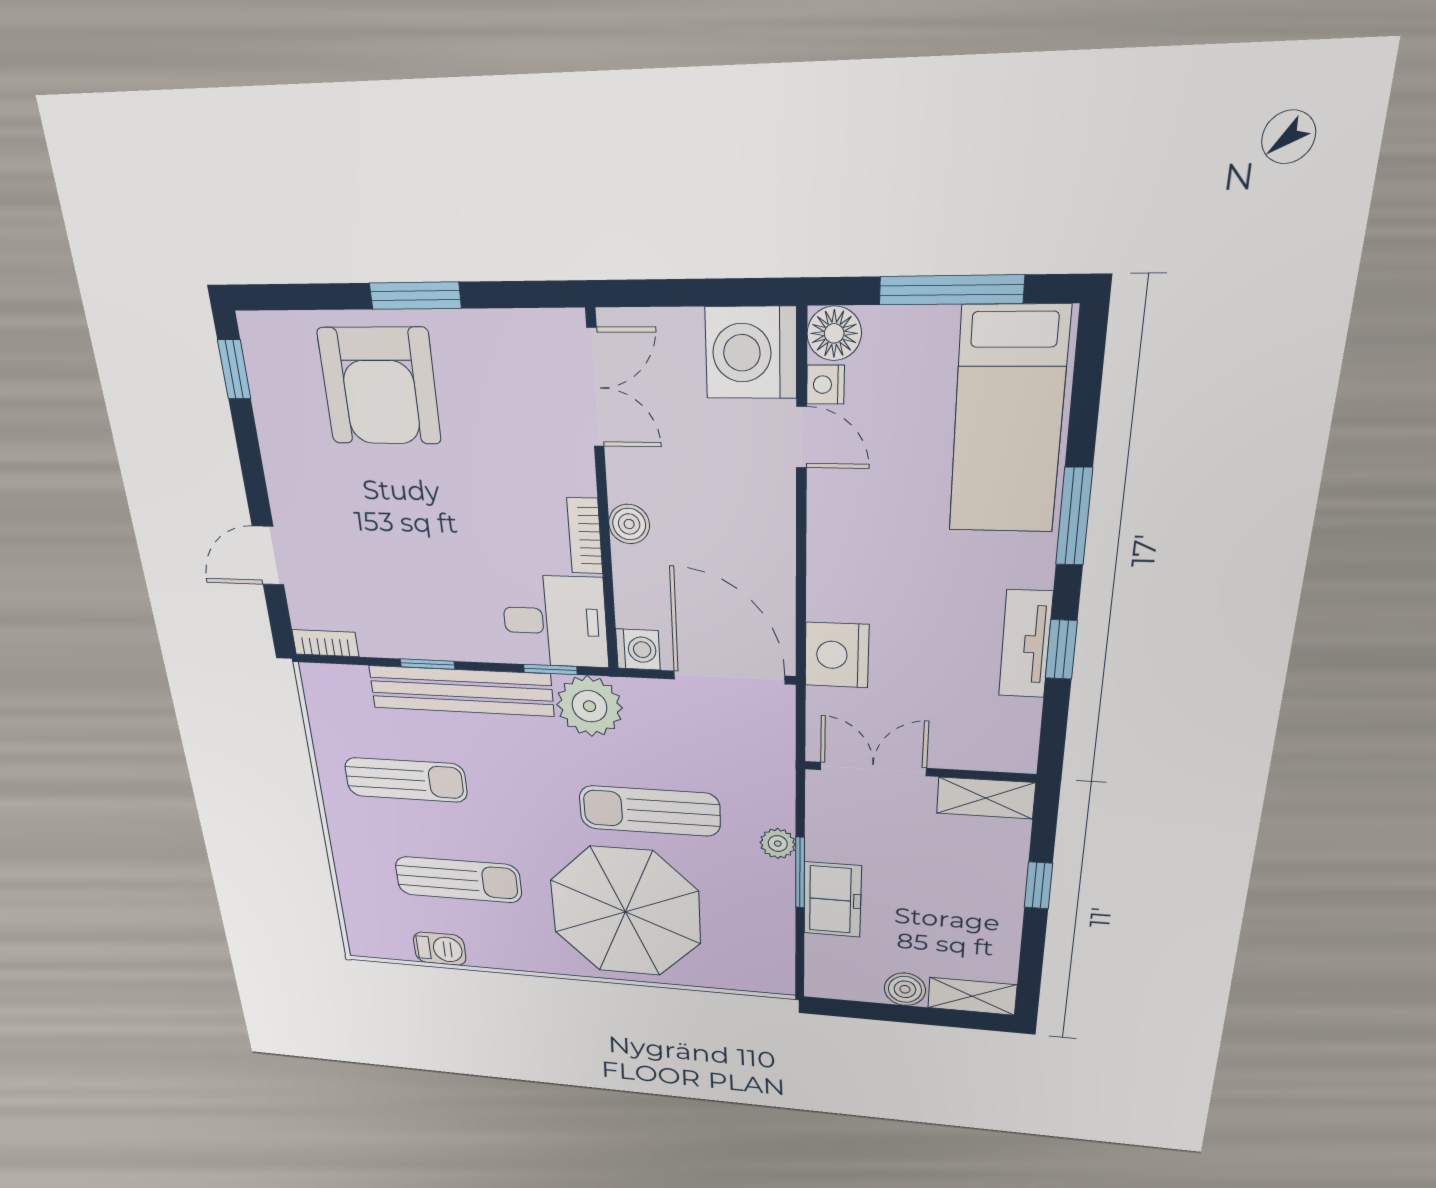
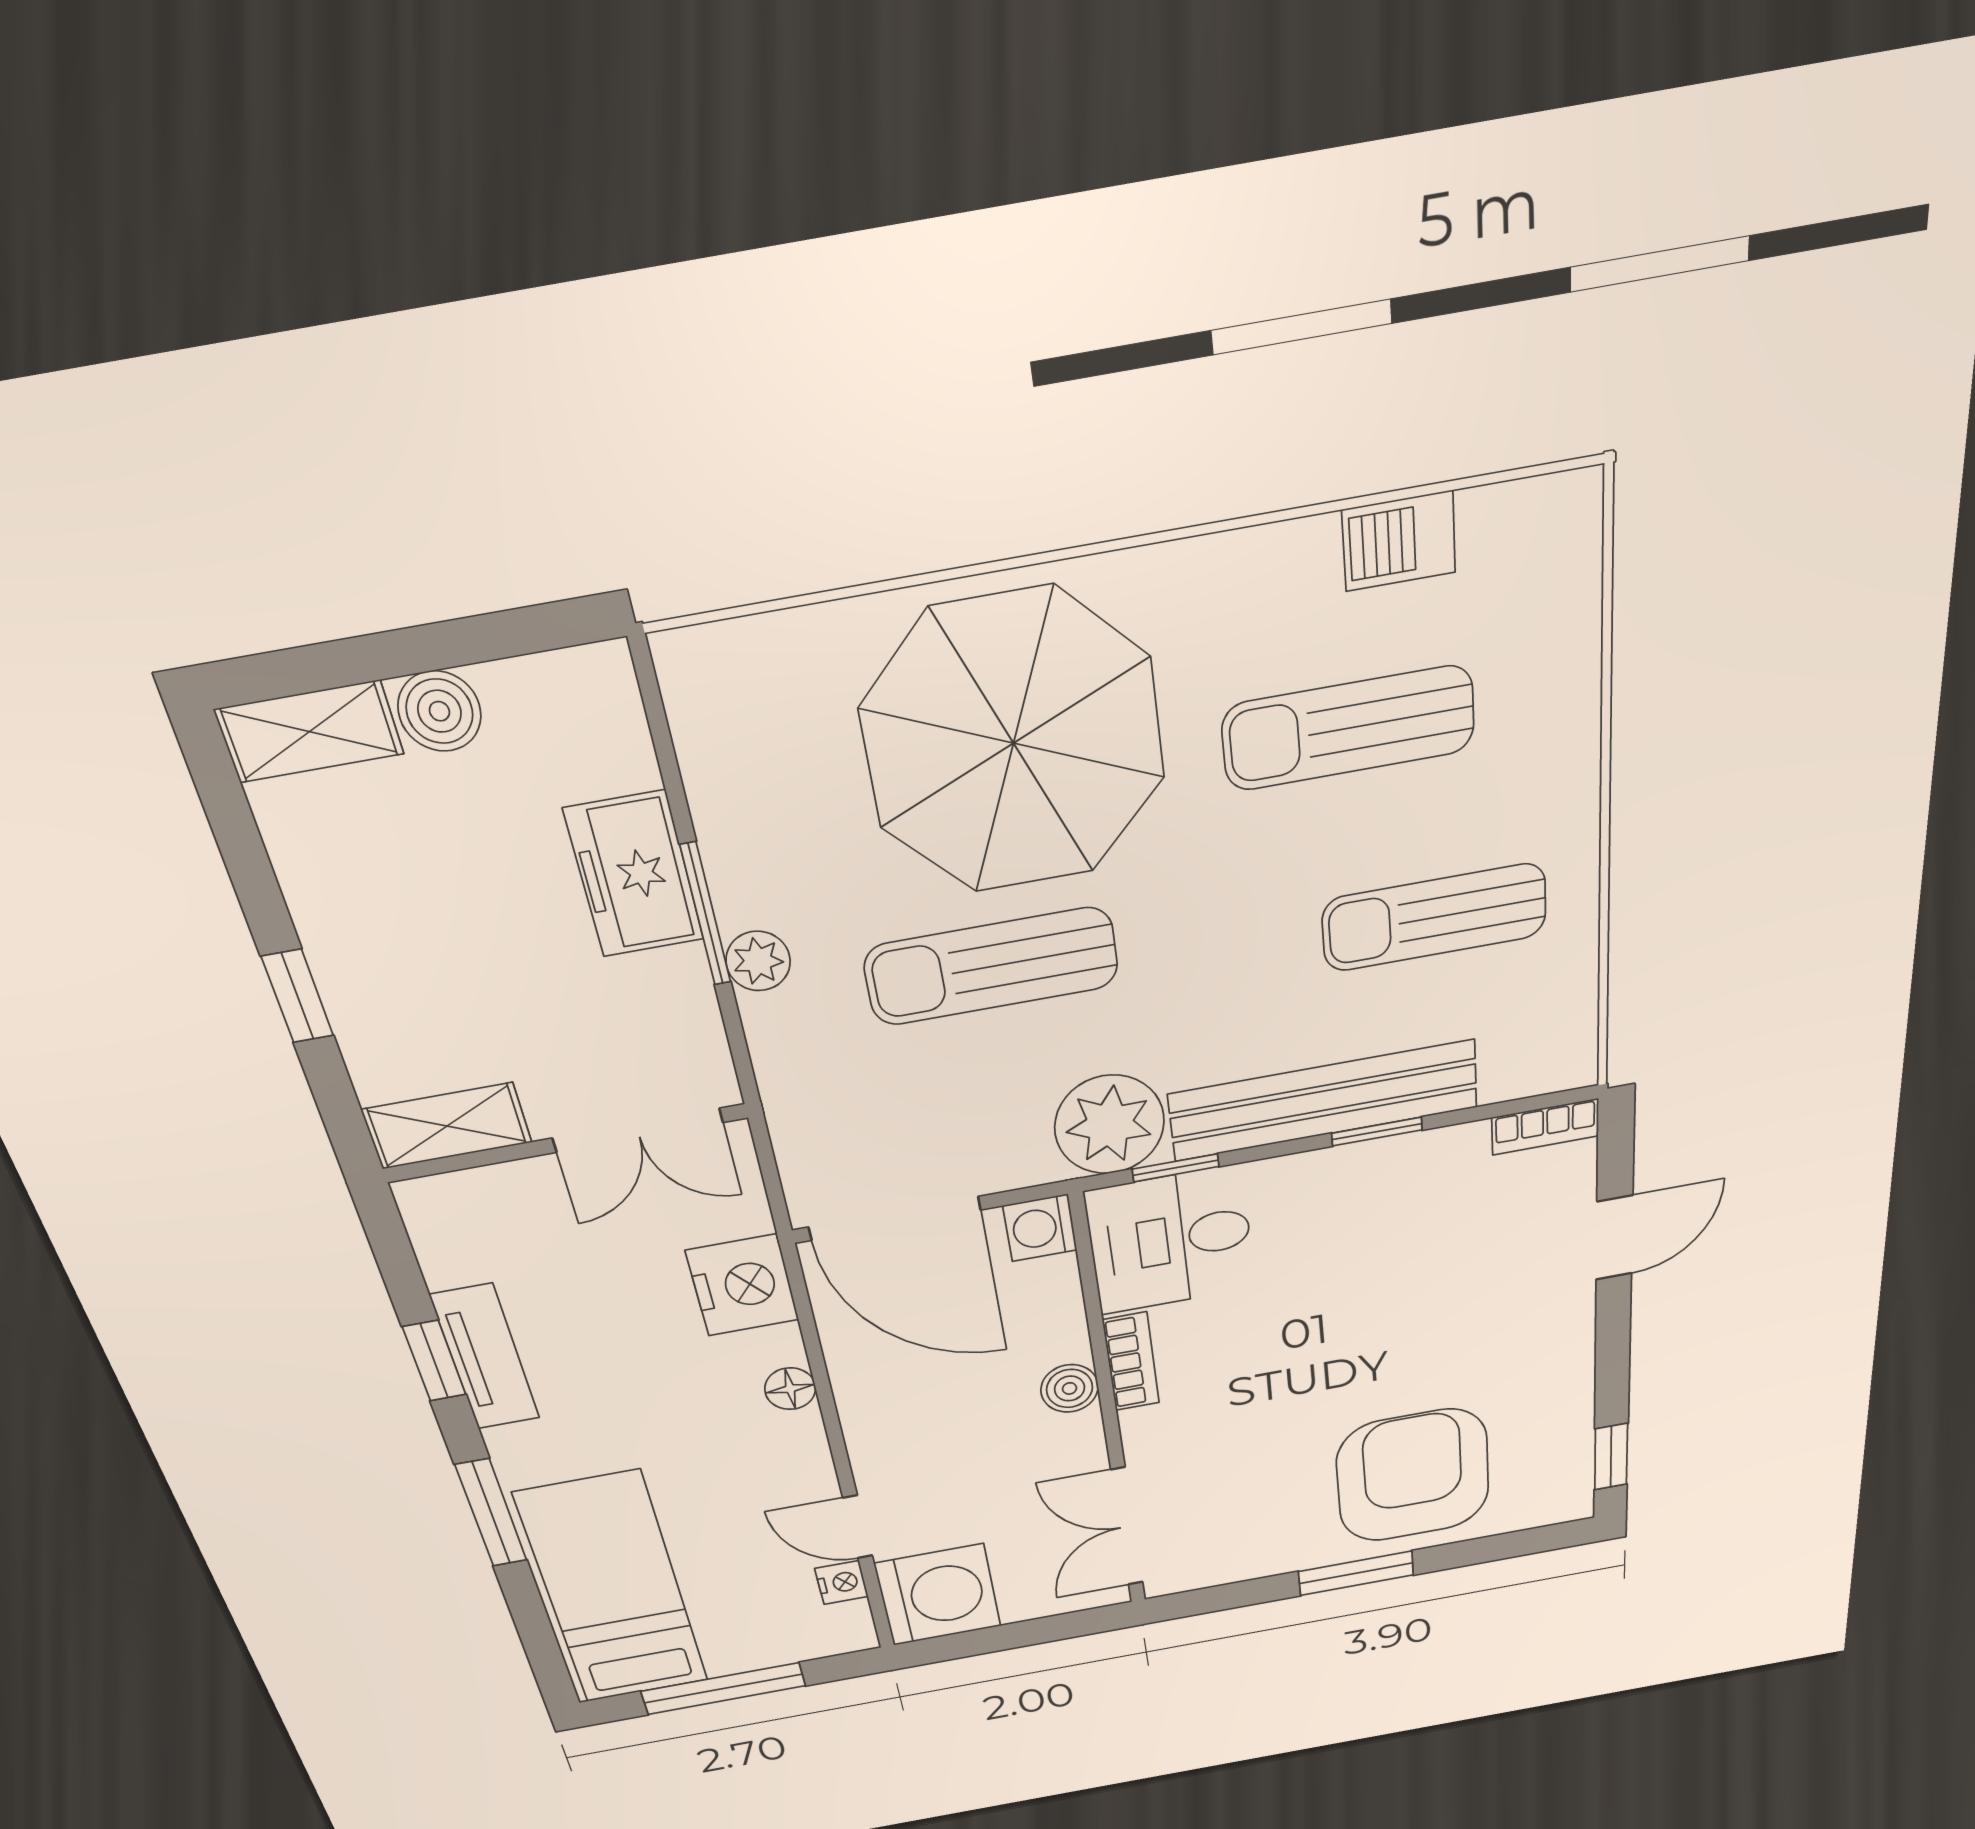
floor lamp: (834, 333) -> (790, 1389), moved, width x0.73, depth x0.73
sun lounger: (649, 811) -> (991, 966), turned 180

